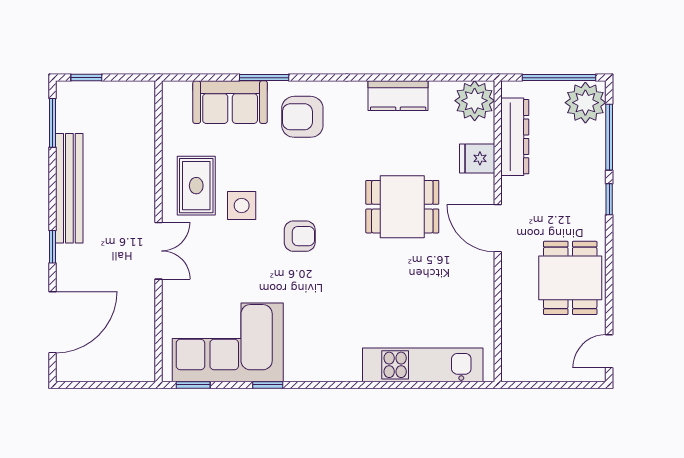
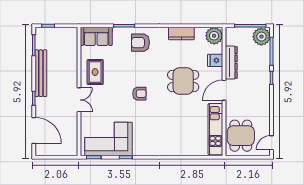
sofa: (230, 102) -> (96, 36), moved
dresser: (515, 137) -> (231, 63), moved
side table: (242, 206) -> (115, 81), removed
door: (498, 228) -> (224, 90), hinge flipped
dining table: (570, 278) -> (241, 136), moved
door: (53, 322) -> (34, 130), hinge flipped
kitchen unit: (423, 365) -> (215, 129), moved, turned -90

